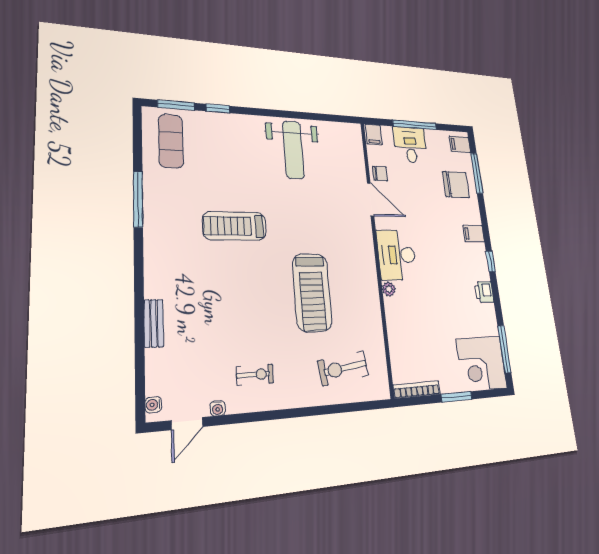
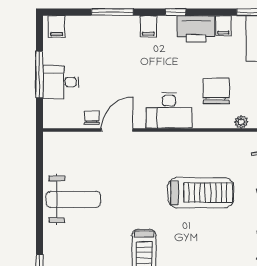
filing cabinet: (374, 135) -> (224, 26), moved, turned 90
window: (477, 173) -> (112, 12), moved
chair: (456, 185) -> (216, 91), moved
plant: (389, 289) -> (241, 122), moved
printer: (484, 292) -> (196, 29), width x1.87, depth x1.48

